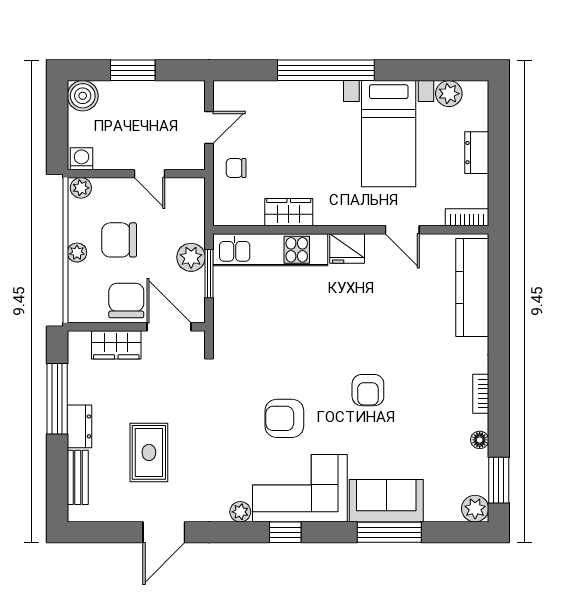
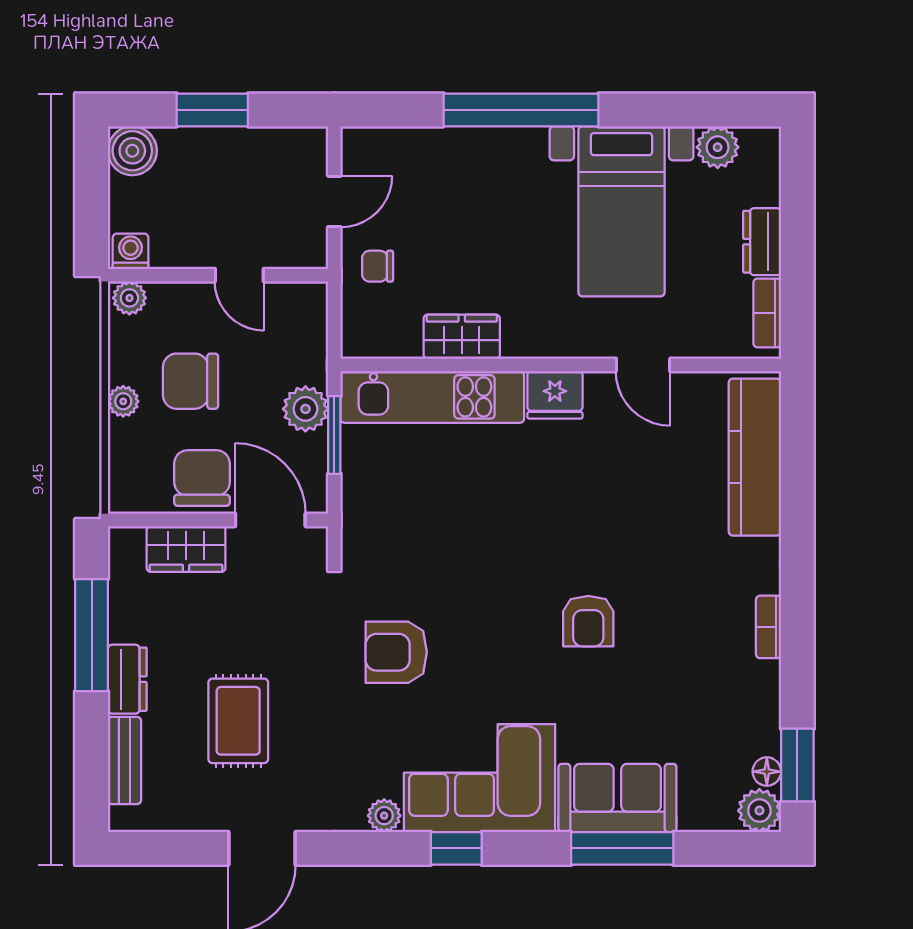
bookcase: (467, 217) -> (767, 313), moved, turned -90
armchair: (284, 418) -> (396, 652), moved
floor lamp: (480, 440) -> (767, 772), moved

